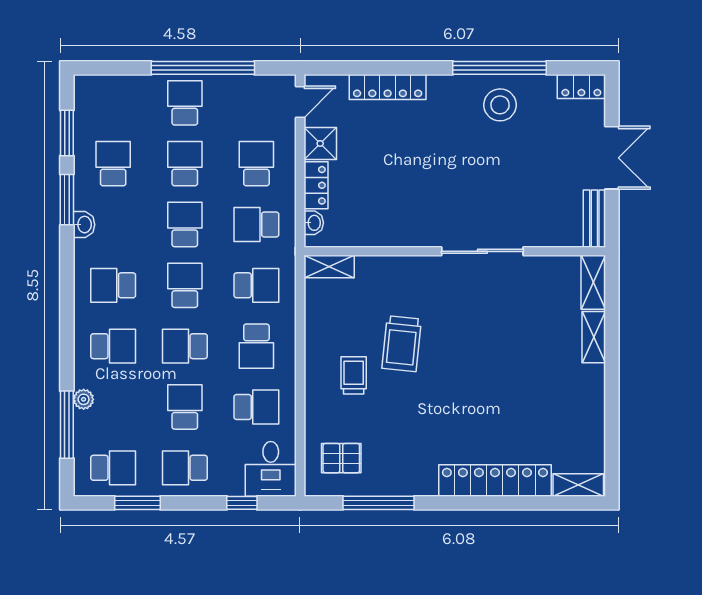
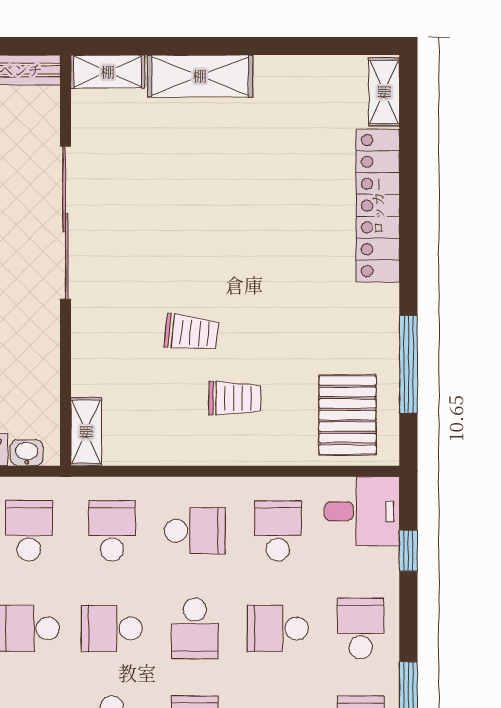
school desk: (256, 225) -> (29, 531), turned 180
sliding door: (482, 251) -> (65, 223), width x1.36
shelving: (594, 337) -> (200, 76), width x1.50, depth x1.33
trolley: (402, 344) -> (191, 333), width x0.73, depth x0.72
trolley: (354, 375) -> (235, 398), turned 180
pallet: (341, 458) -> (347, 415), width x1.50, depth x1.42
school desk: (185, 468) -> (361, 628), turned 180

